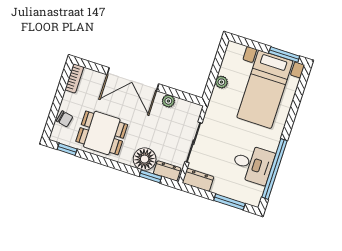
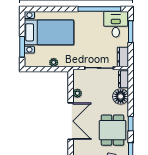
window: (284, 55) -> (22, 47), moved
desk: (253, 164) -> (116, 24), moved
window: (151, 176) -> (131, 124), moved

